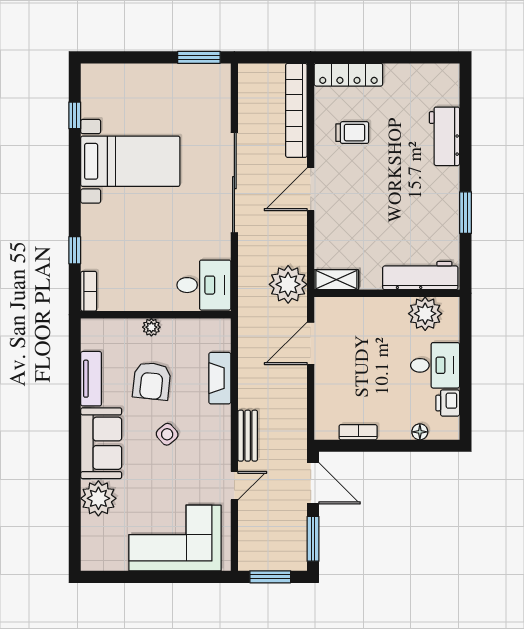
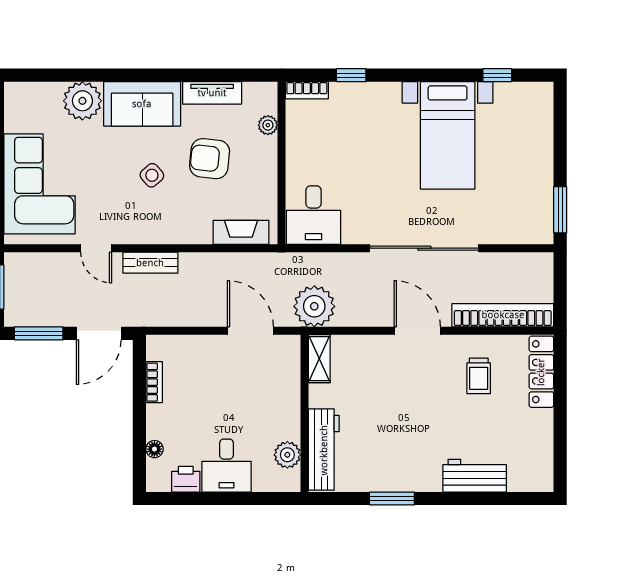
plant: (425, 314) -> (287, 455), width x0.73, depth x0.73
plant: (151, 327) -> (268, 125), moved
fireplace: (220, 378) -> (241, 232), moved

